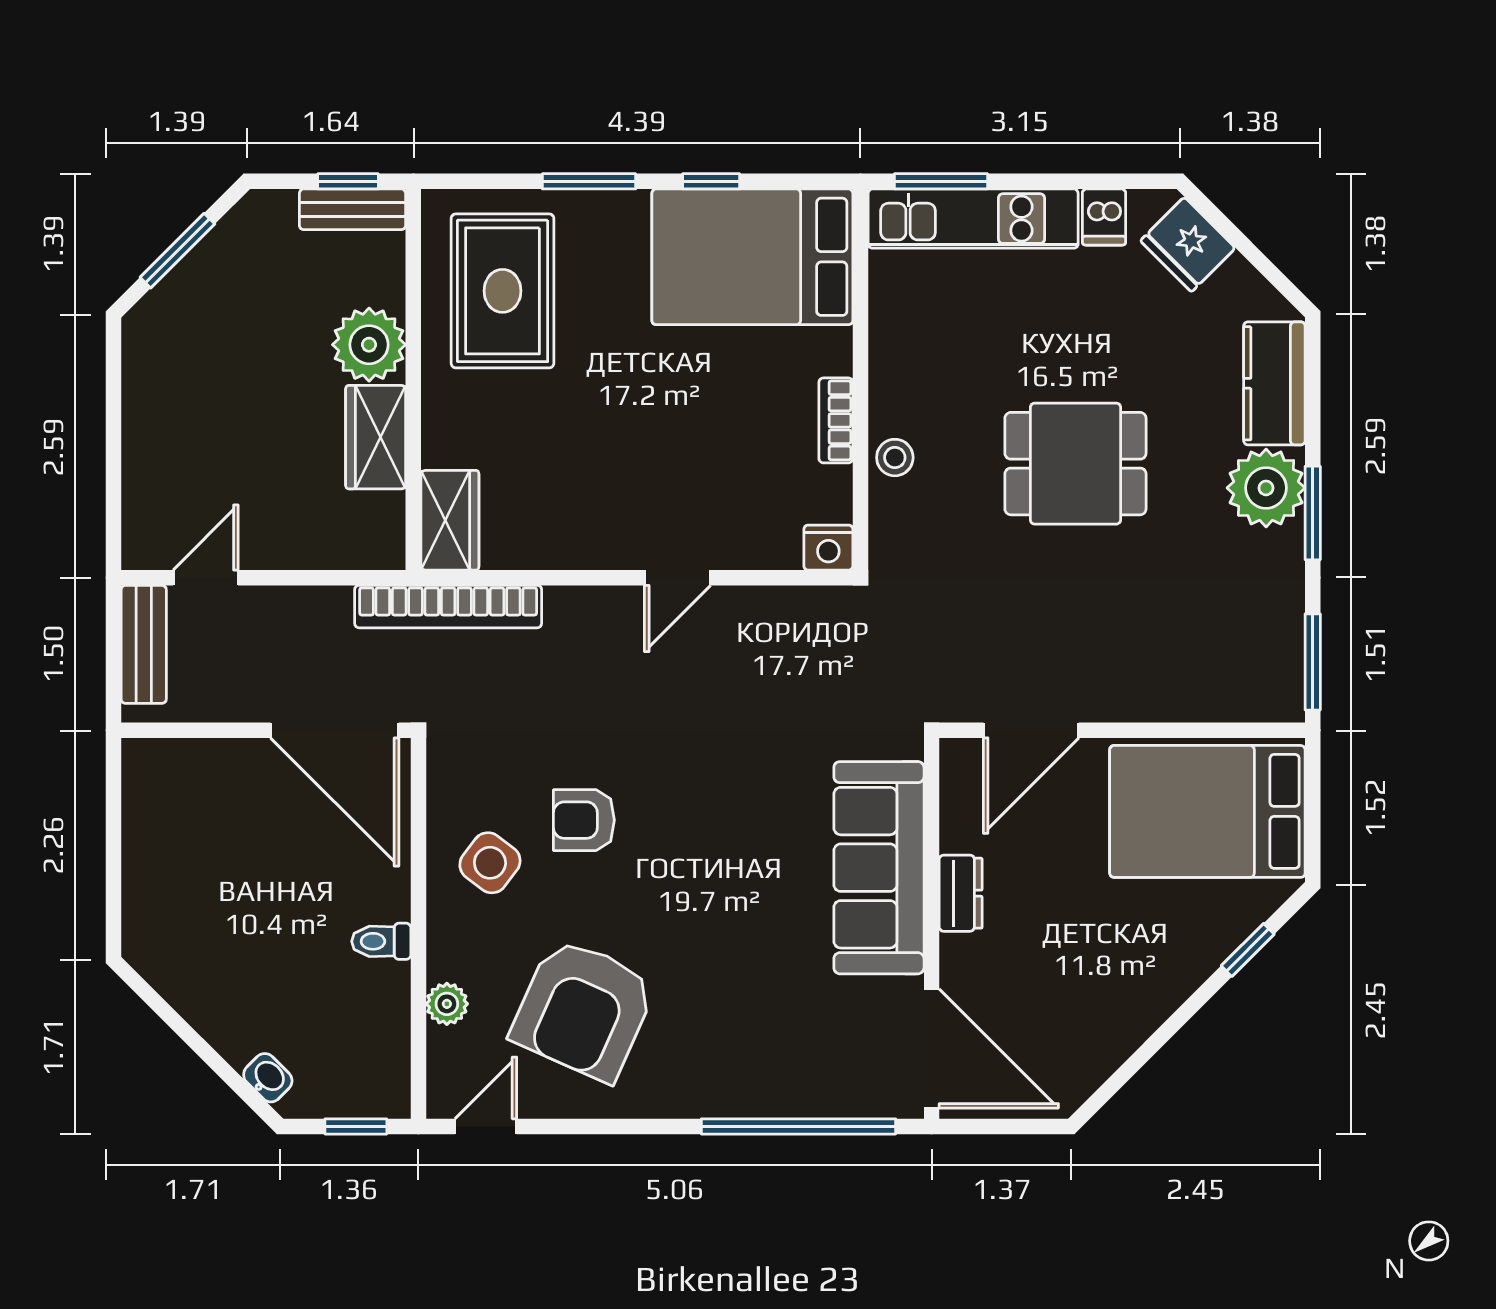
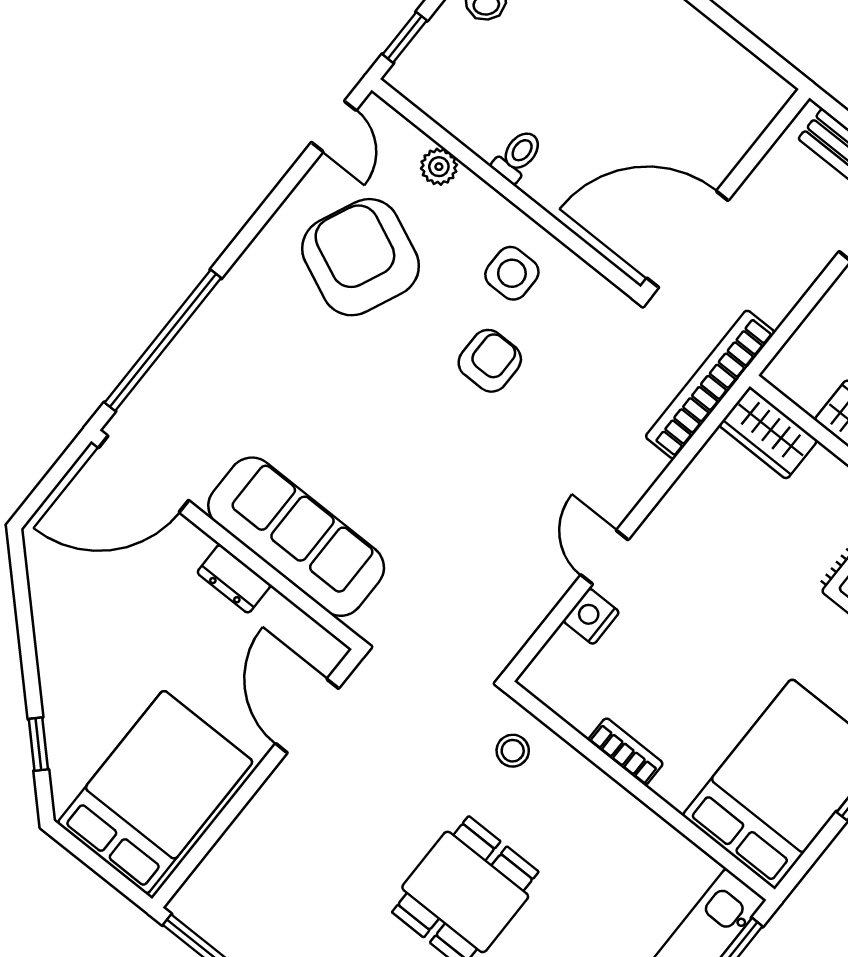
stool: (895, 458) -> (513, 751), moved
nightstand: (828, 548) -> (591, 616), moved
side table: (490, 863) -> (512, 273), turned -37

